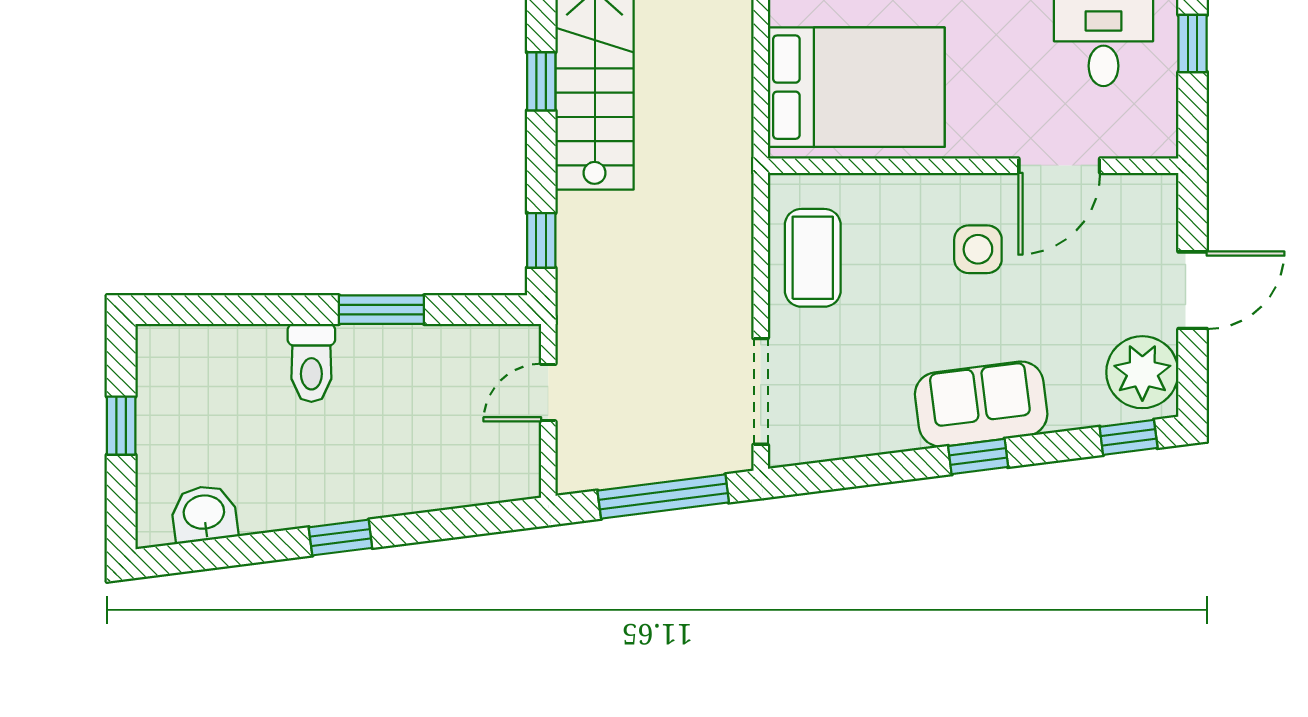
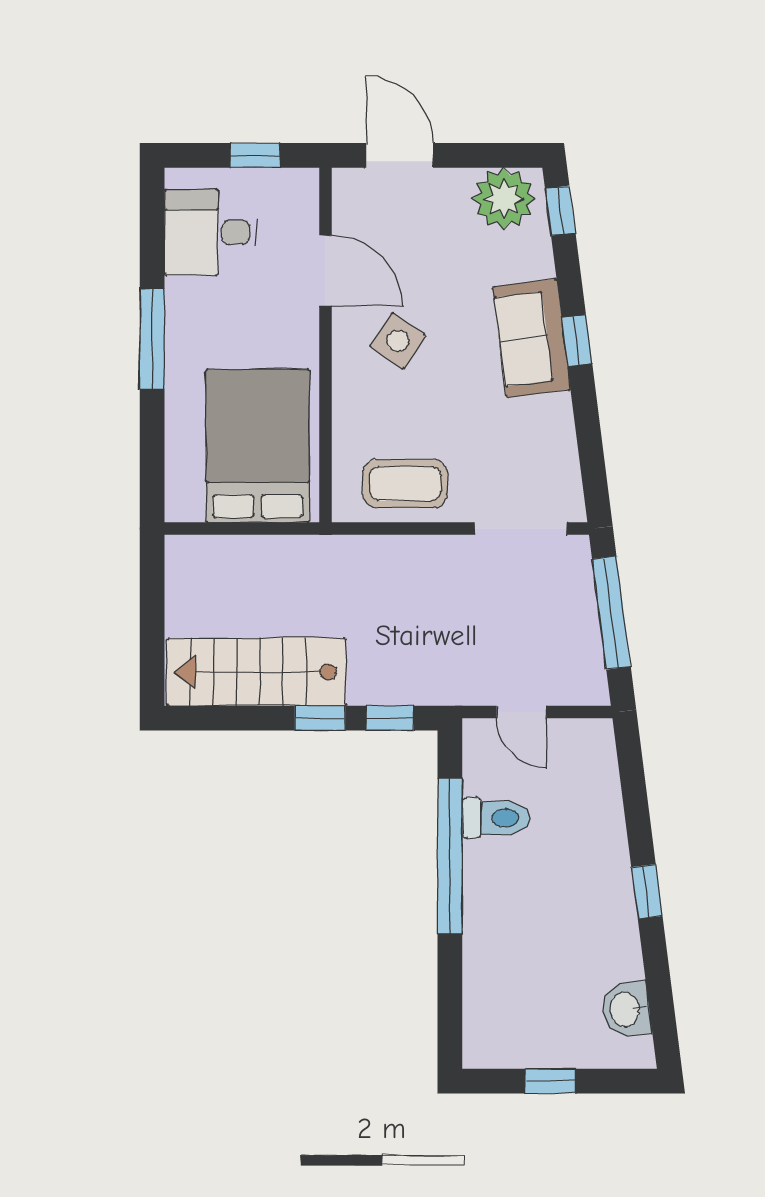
window: (1193, 43) -> (255, 155), moved
window: (541, 81) -> (320, 718), moved
side table: (978, 249) -> (398, 341), turned 34
door: (1193, 290) -> (400, 155), moved
window: (381, 310) -> (450, 856), width x2.11
toilet: (311, 363) -> (496, 818), moved

